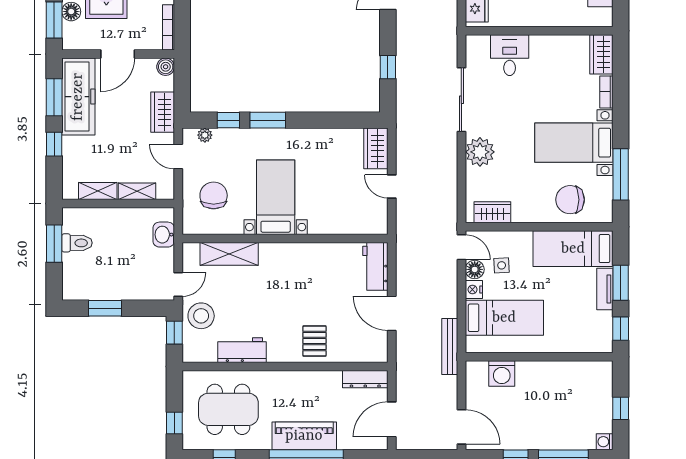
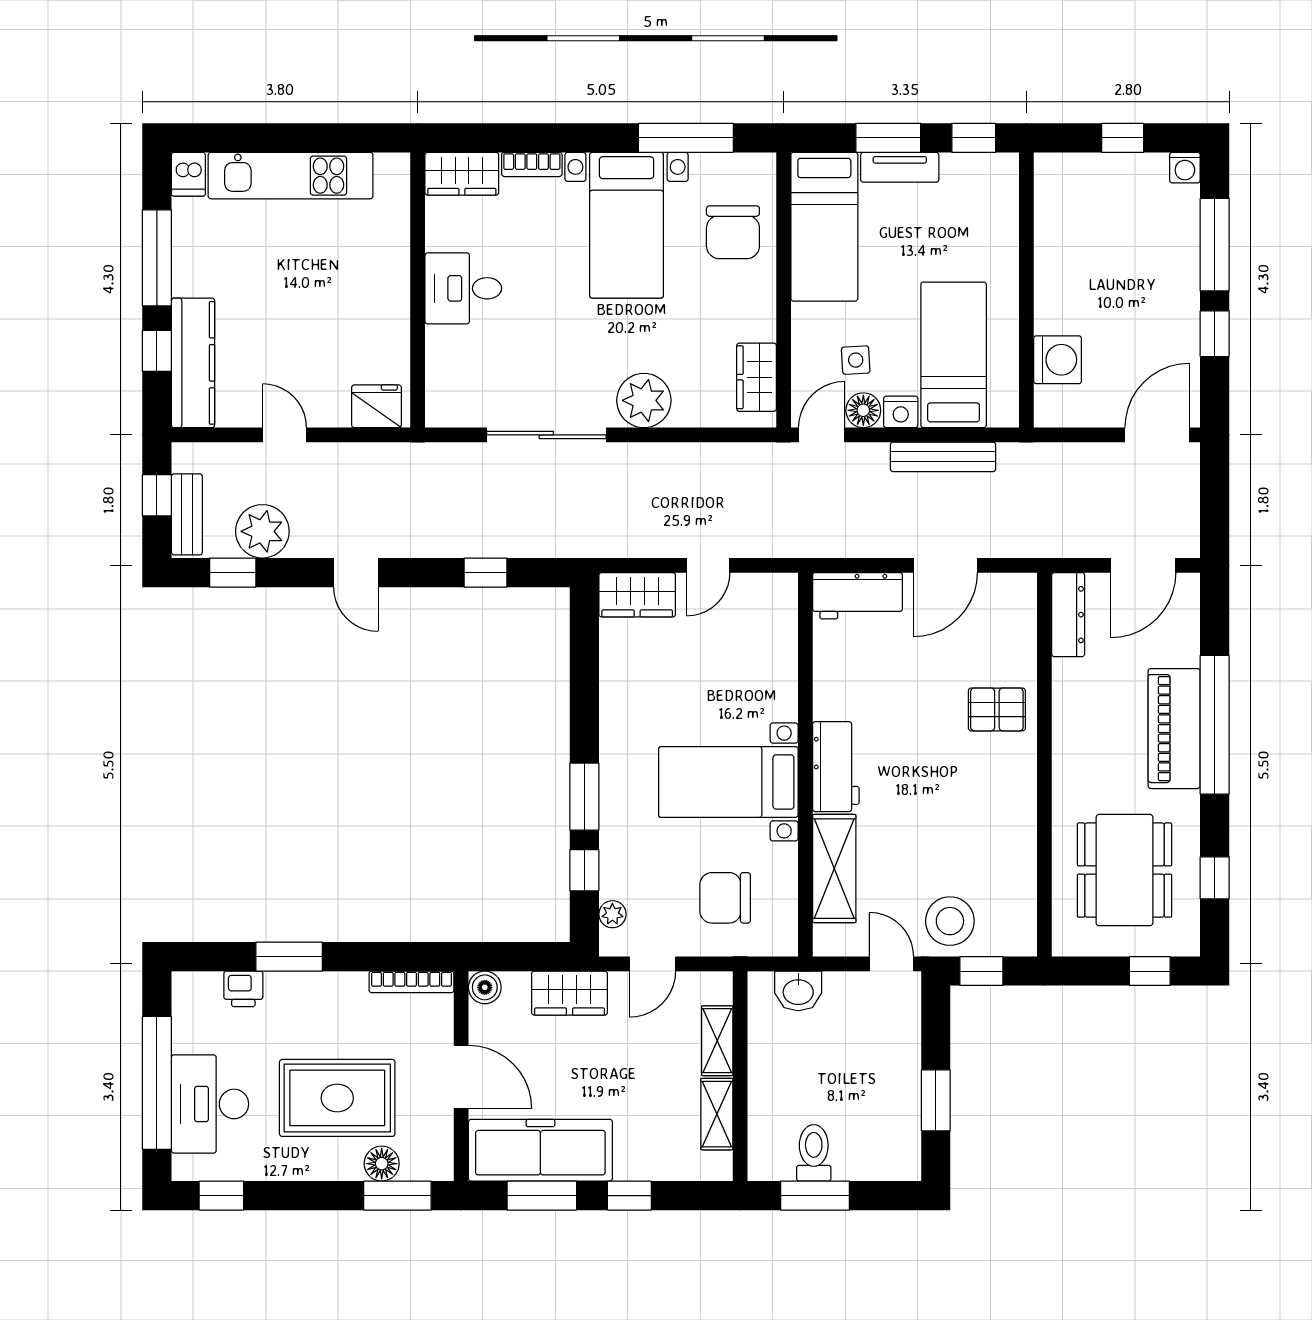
desk: (510, 55) -> (463, 288), moved
bench: (450, 347) -> (943, 457), moved
workbench: (242, 350) -> (836, 767), moved, turned 180
door: (392, 419) -> (1143, 565), hinge flipped

